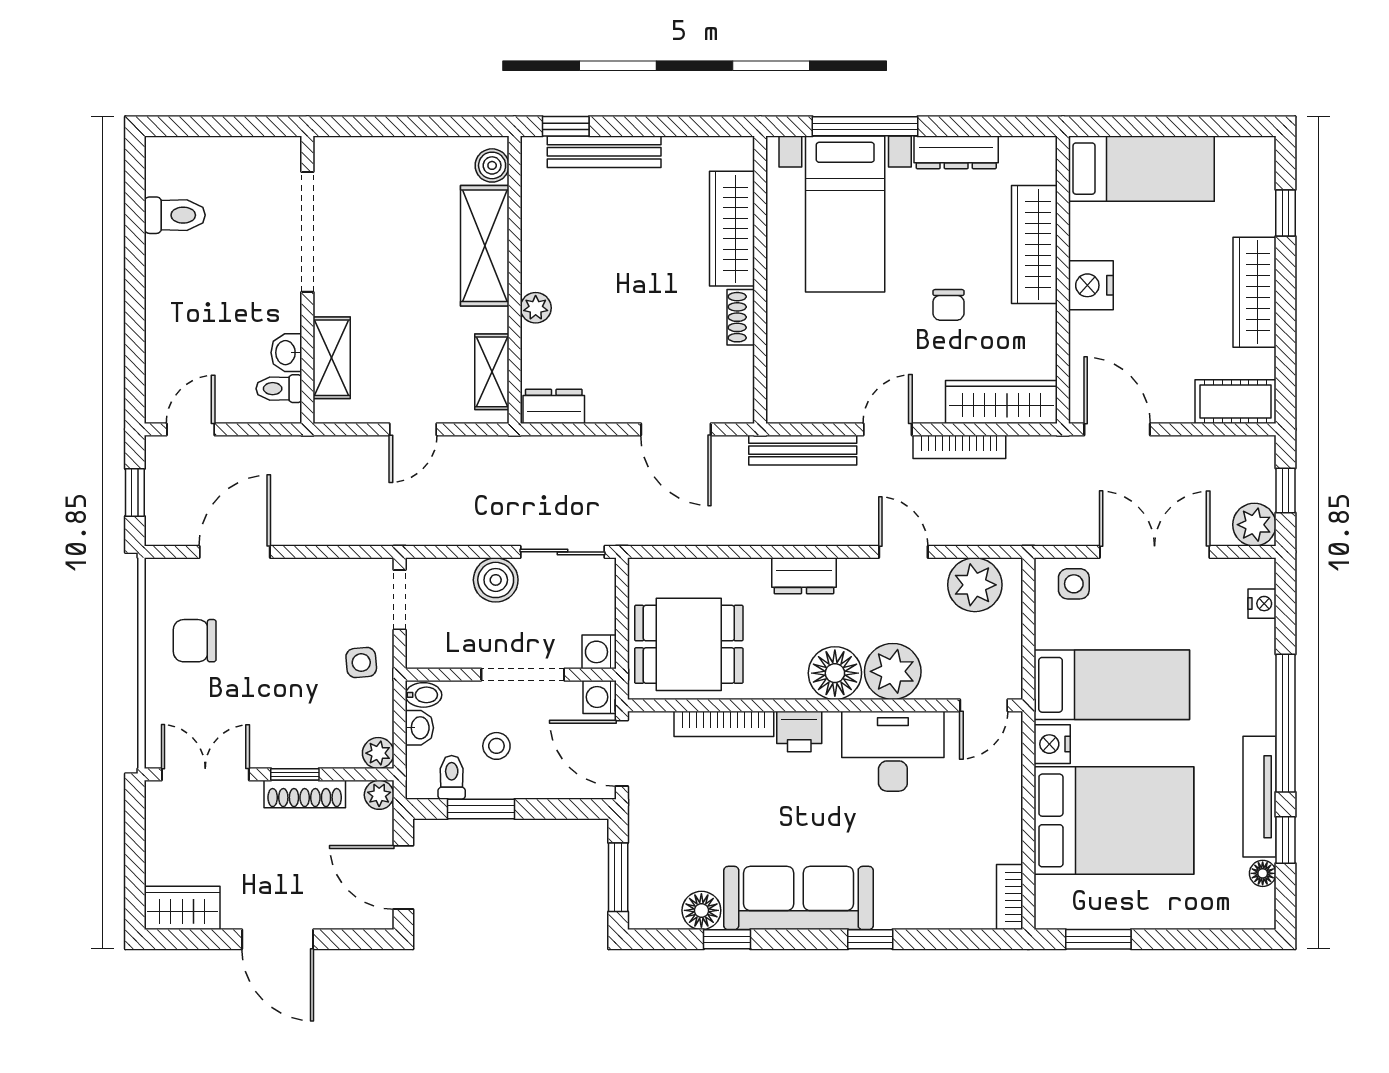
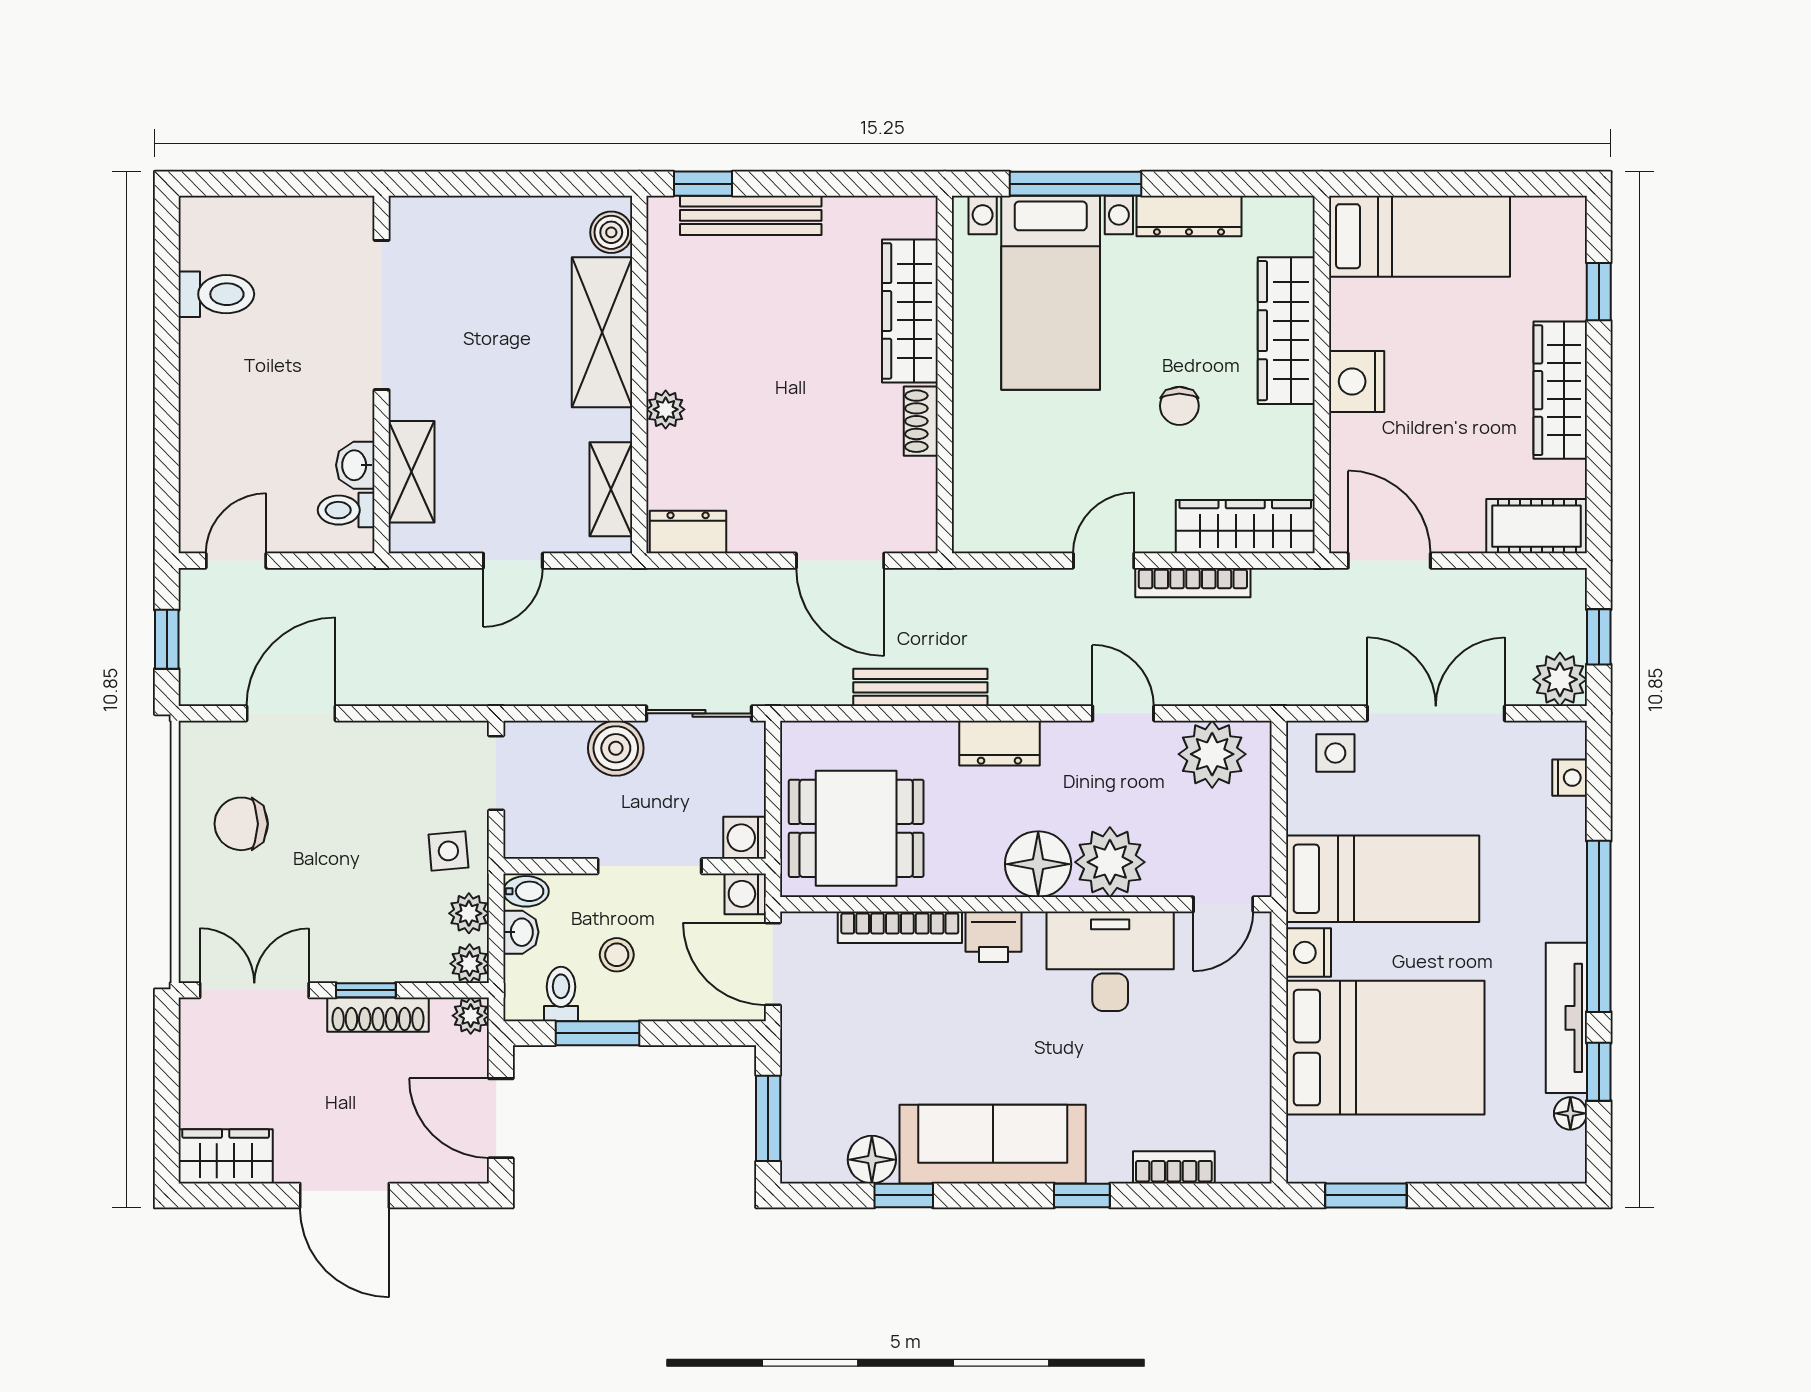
bench: (803, 450) -> (920, 687), moved
plant: (378, 713) -> (469, 913), added
bookcase: (1010, 897) -> (1174, 1167), moved, turned 90

